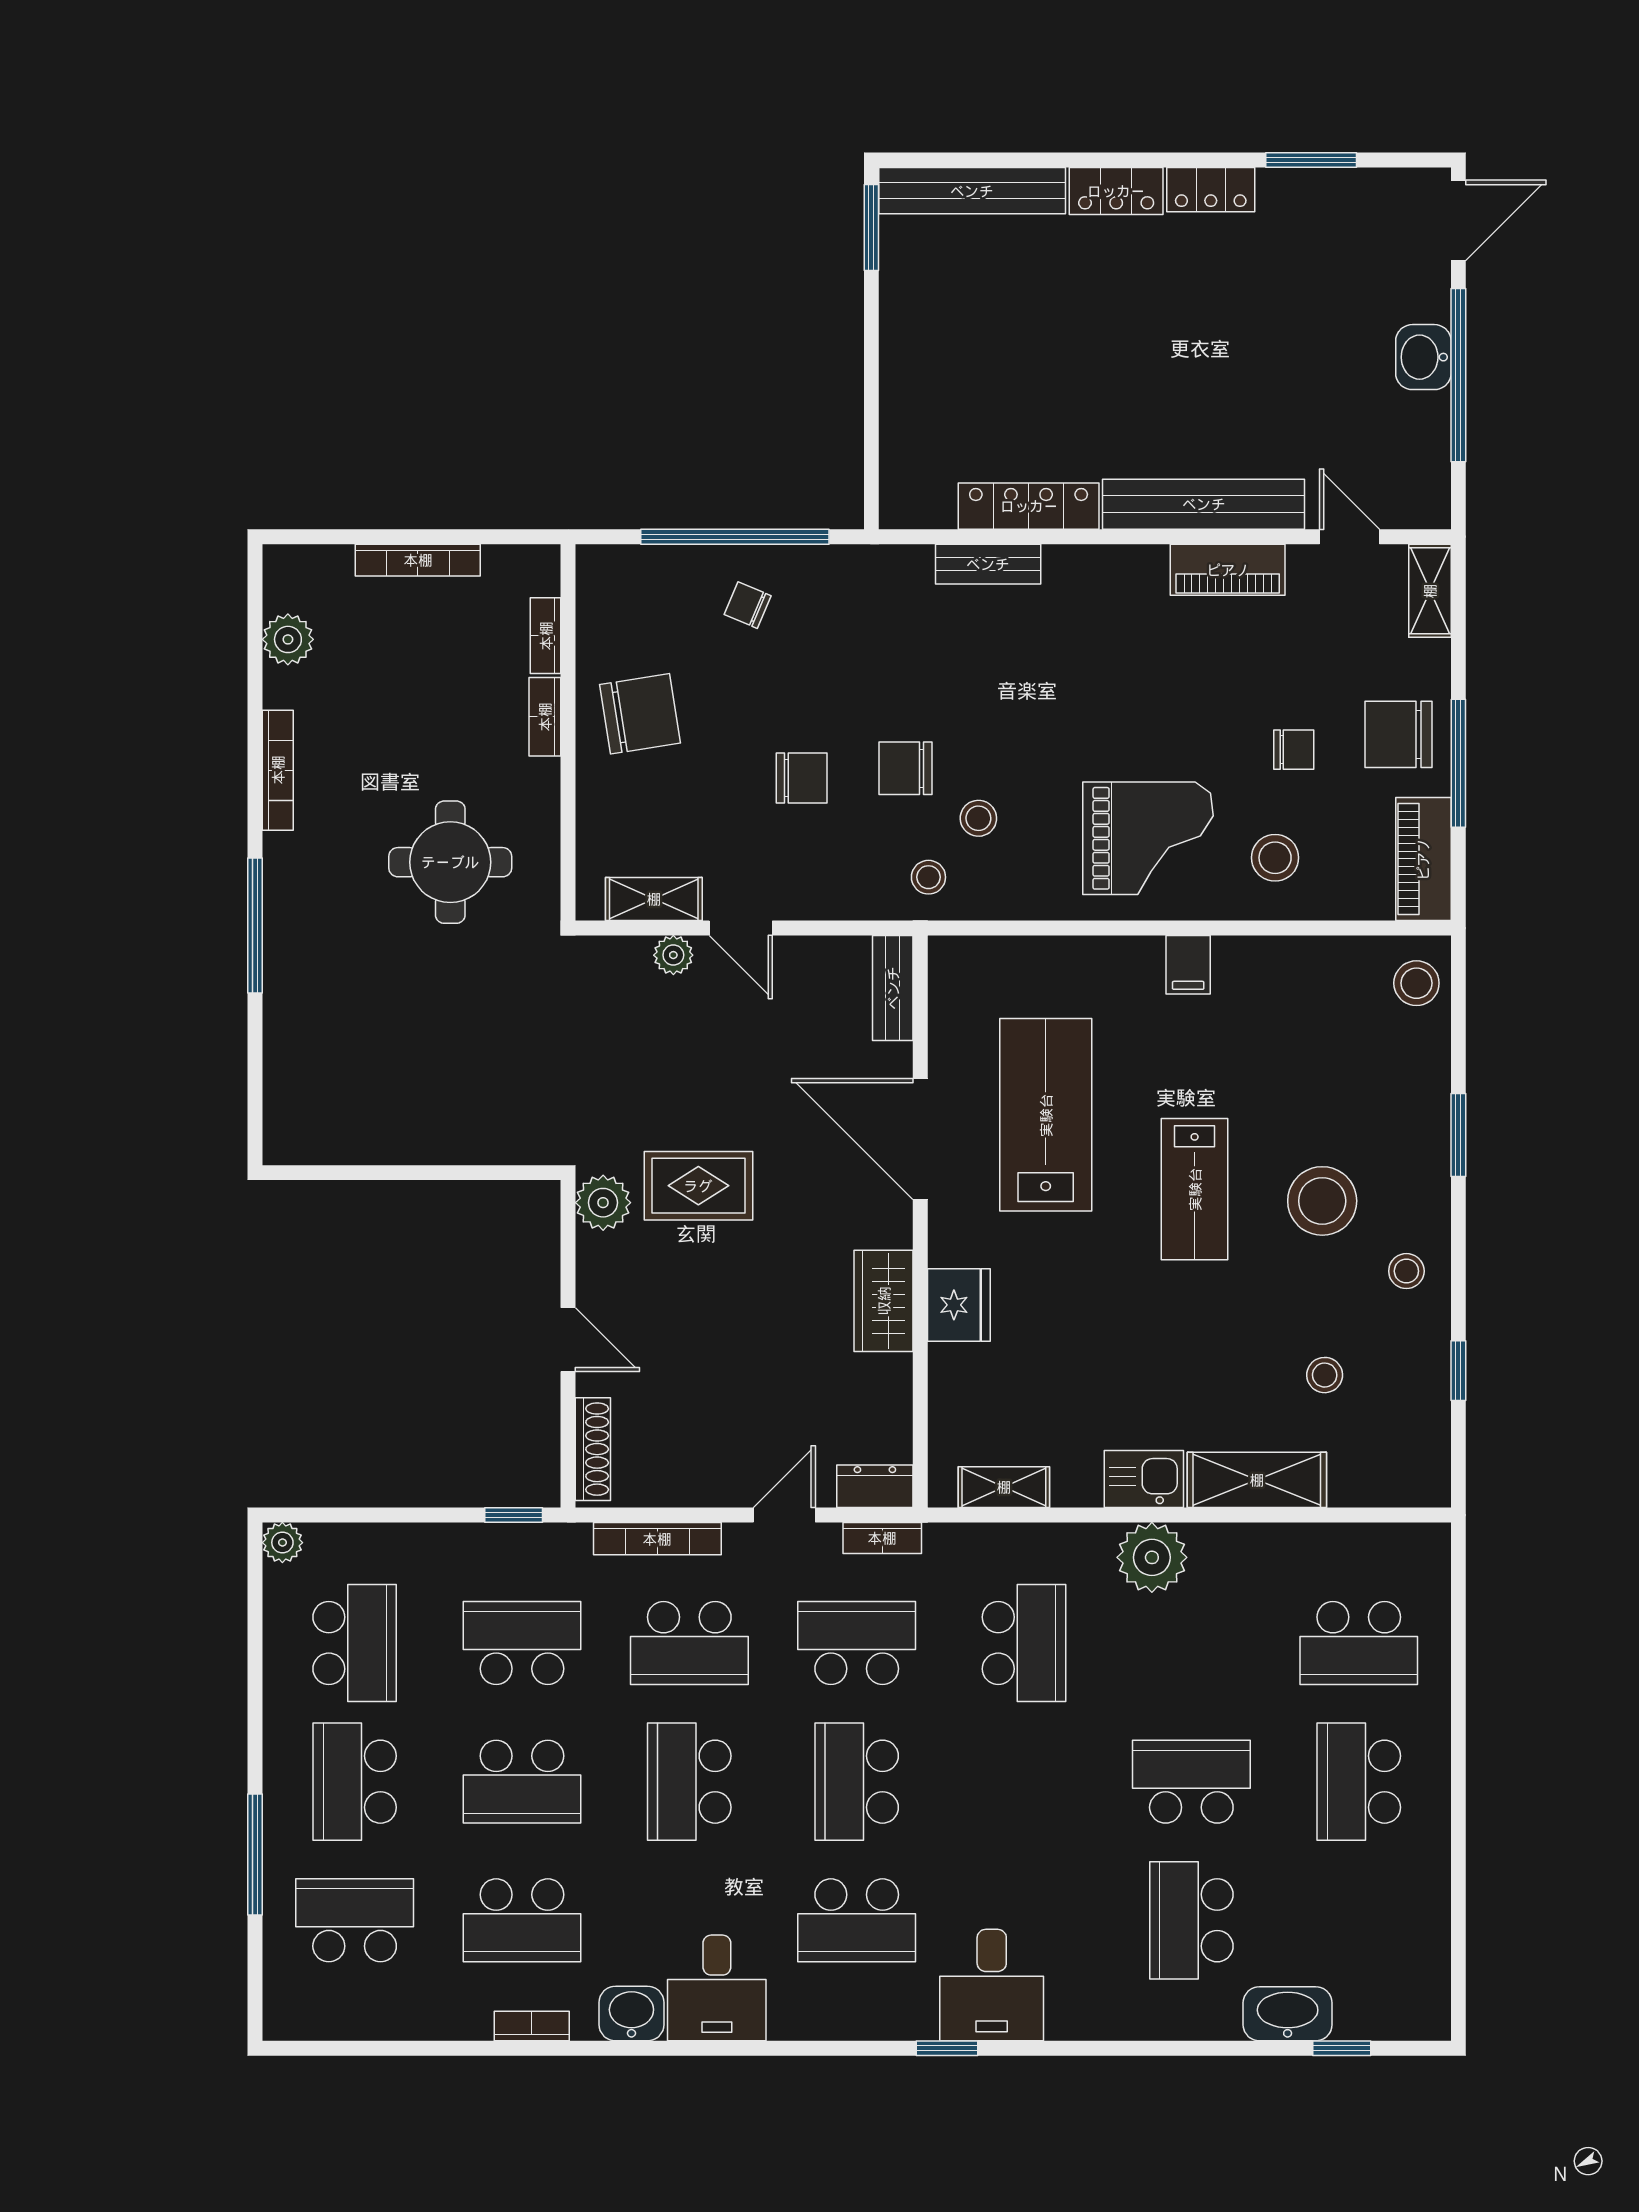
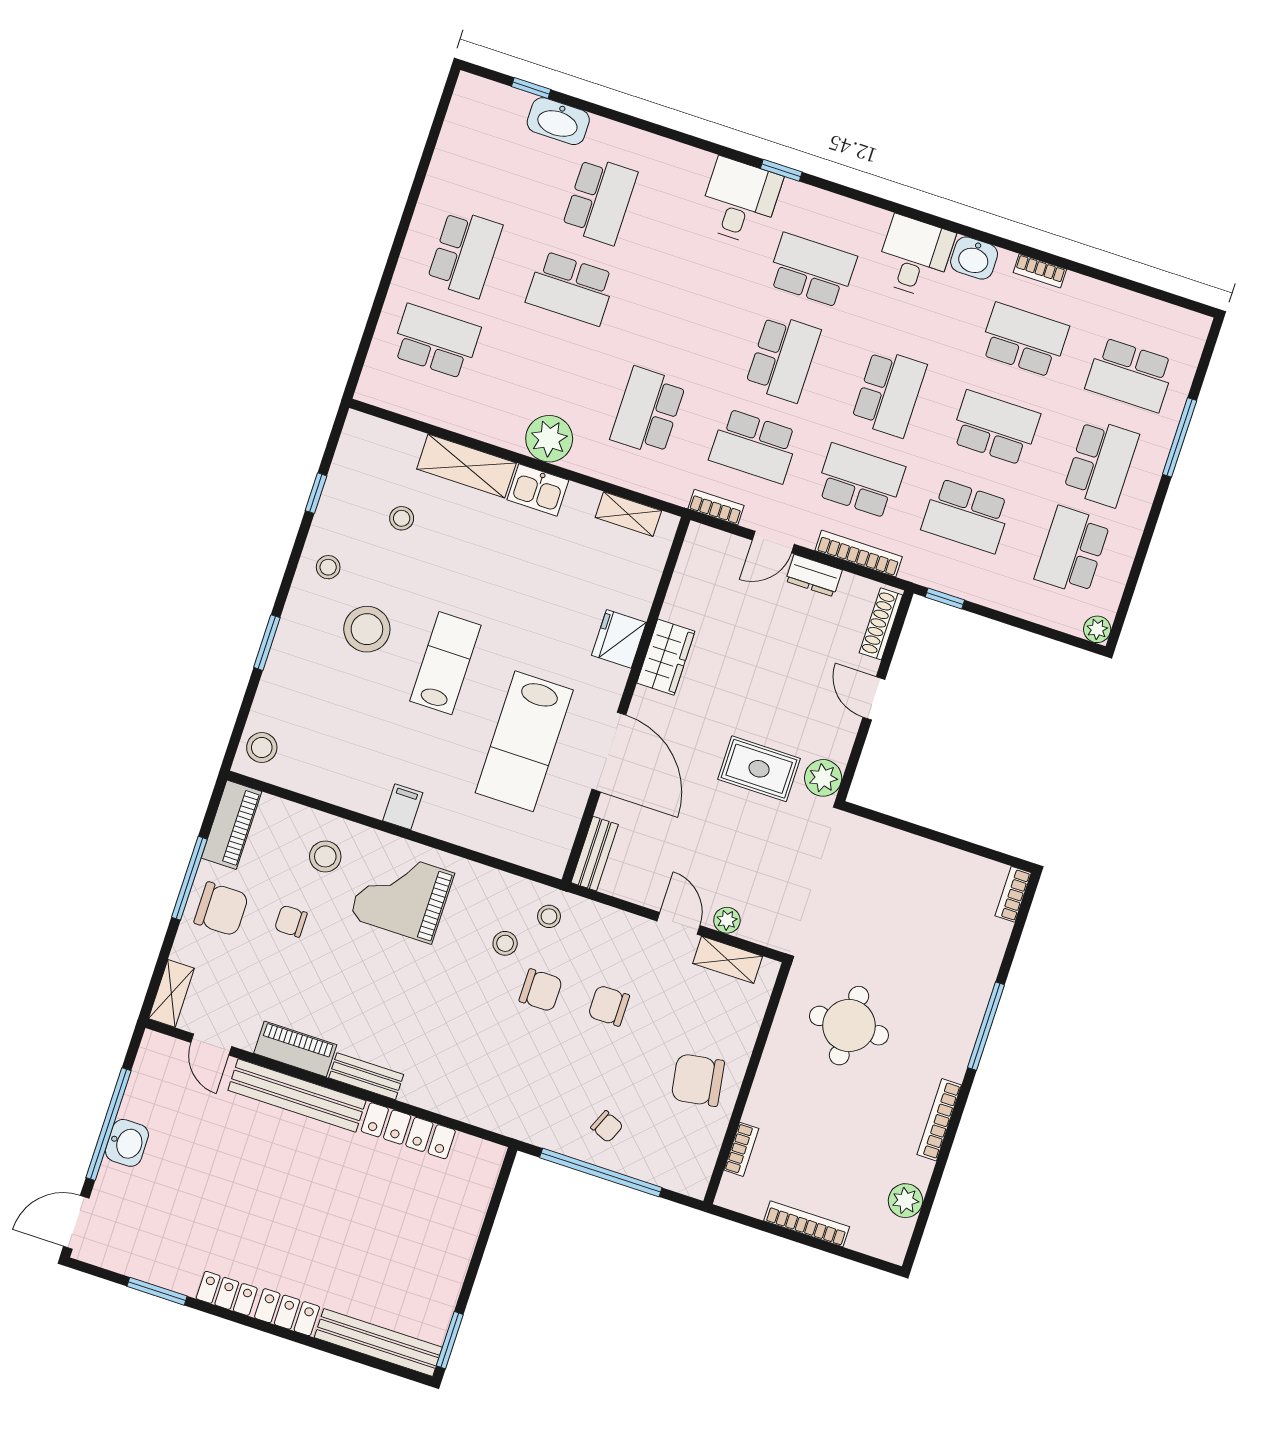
bench: (988, 564) -> (366, 1076), moved
bookcase: (545, 717) -> (1013, 894), moved, turned 180
dresser: (875, 1486) -> (814, 576), moved

